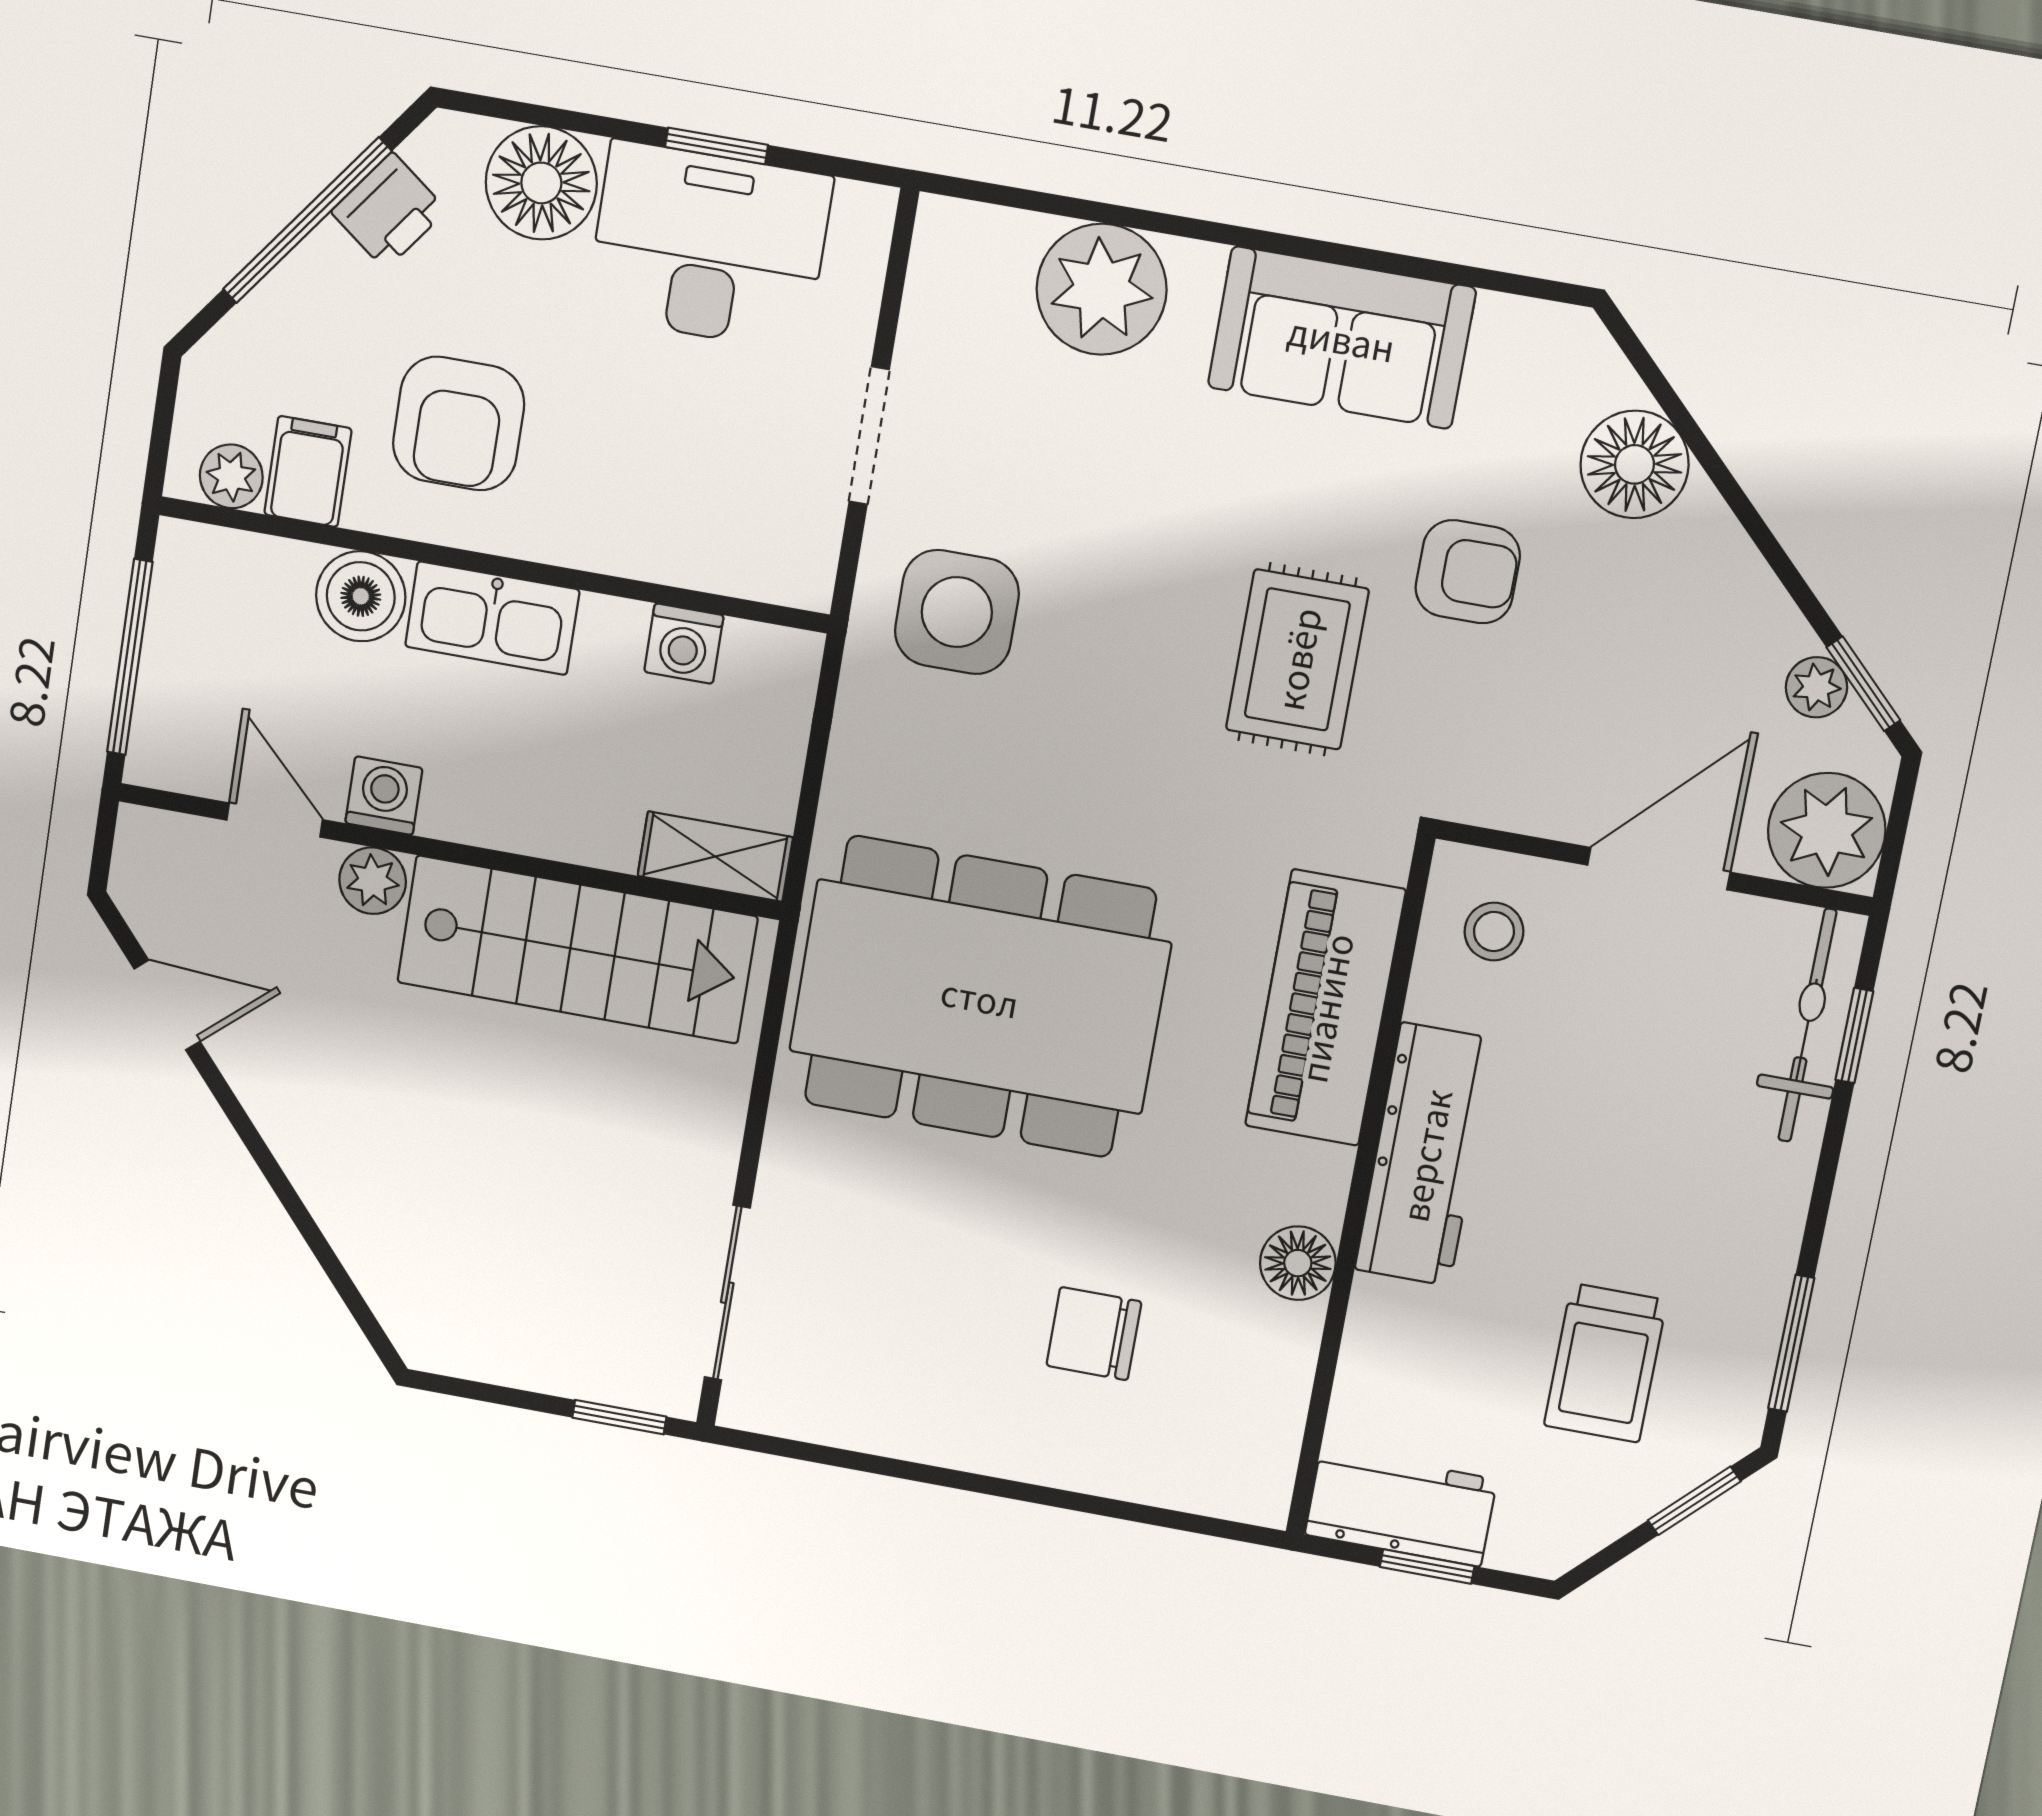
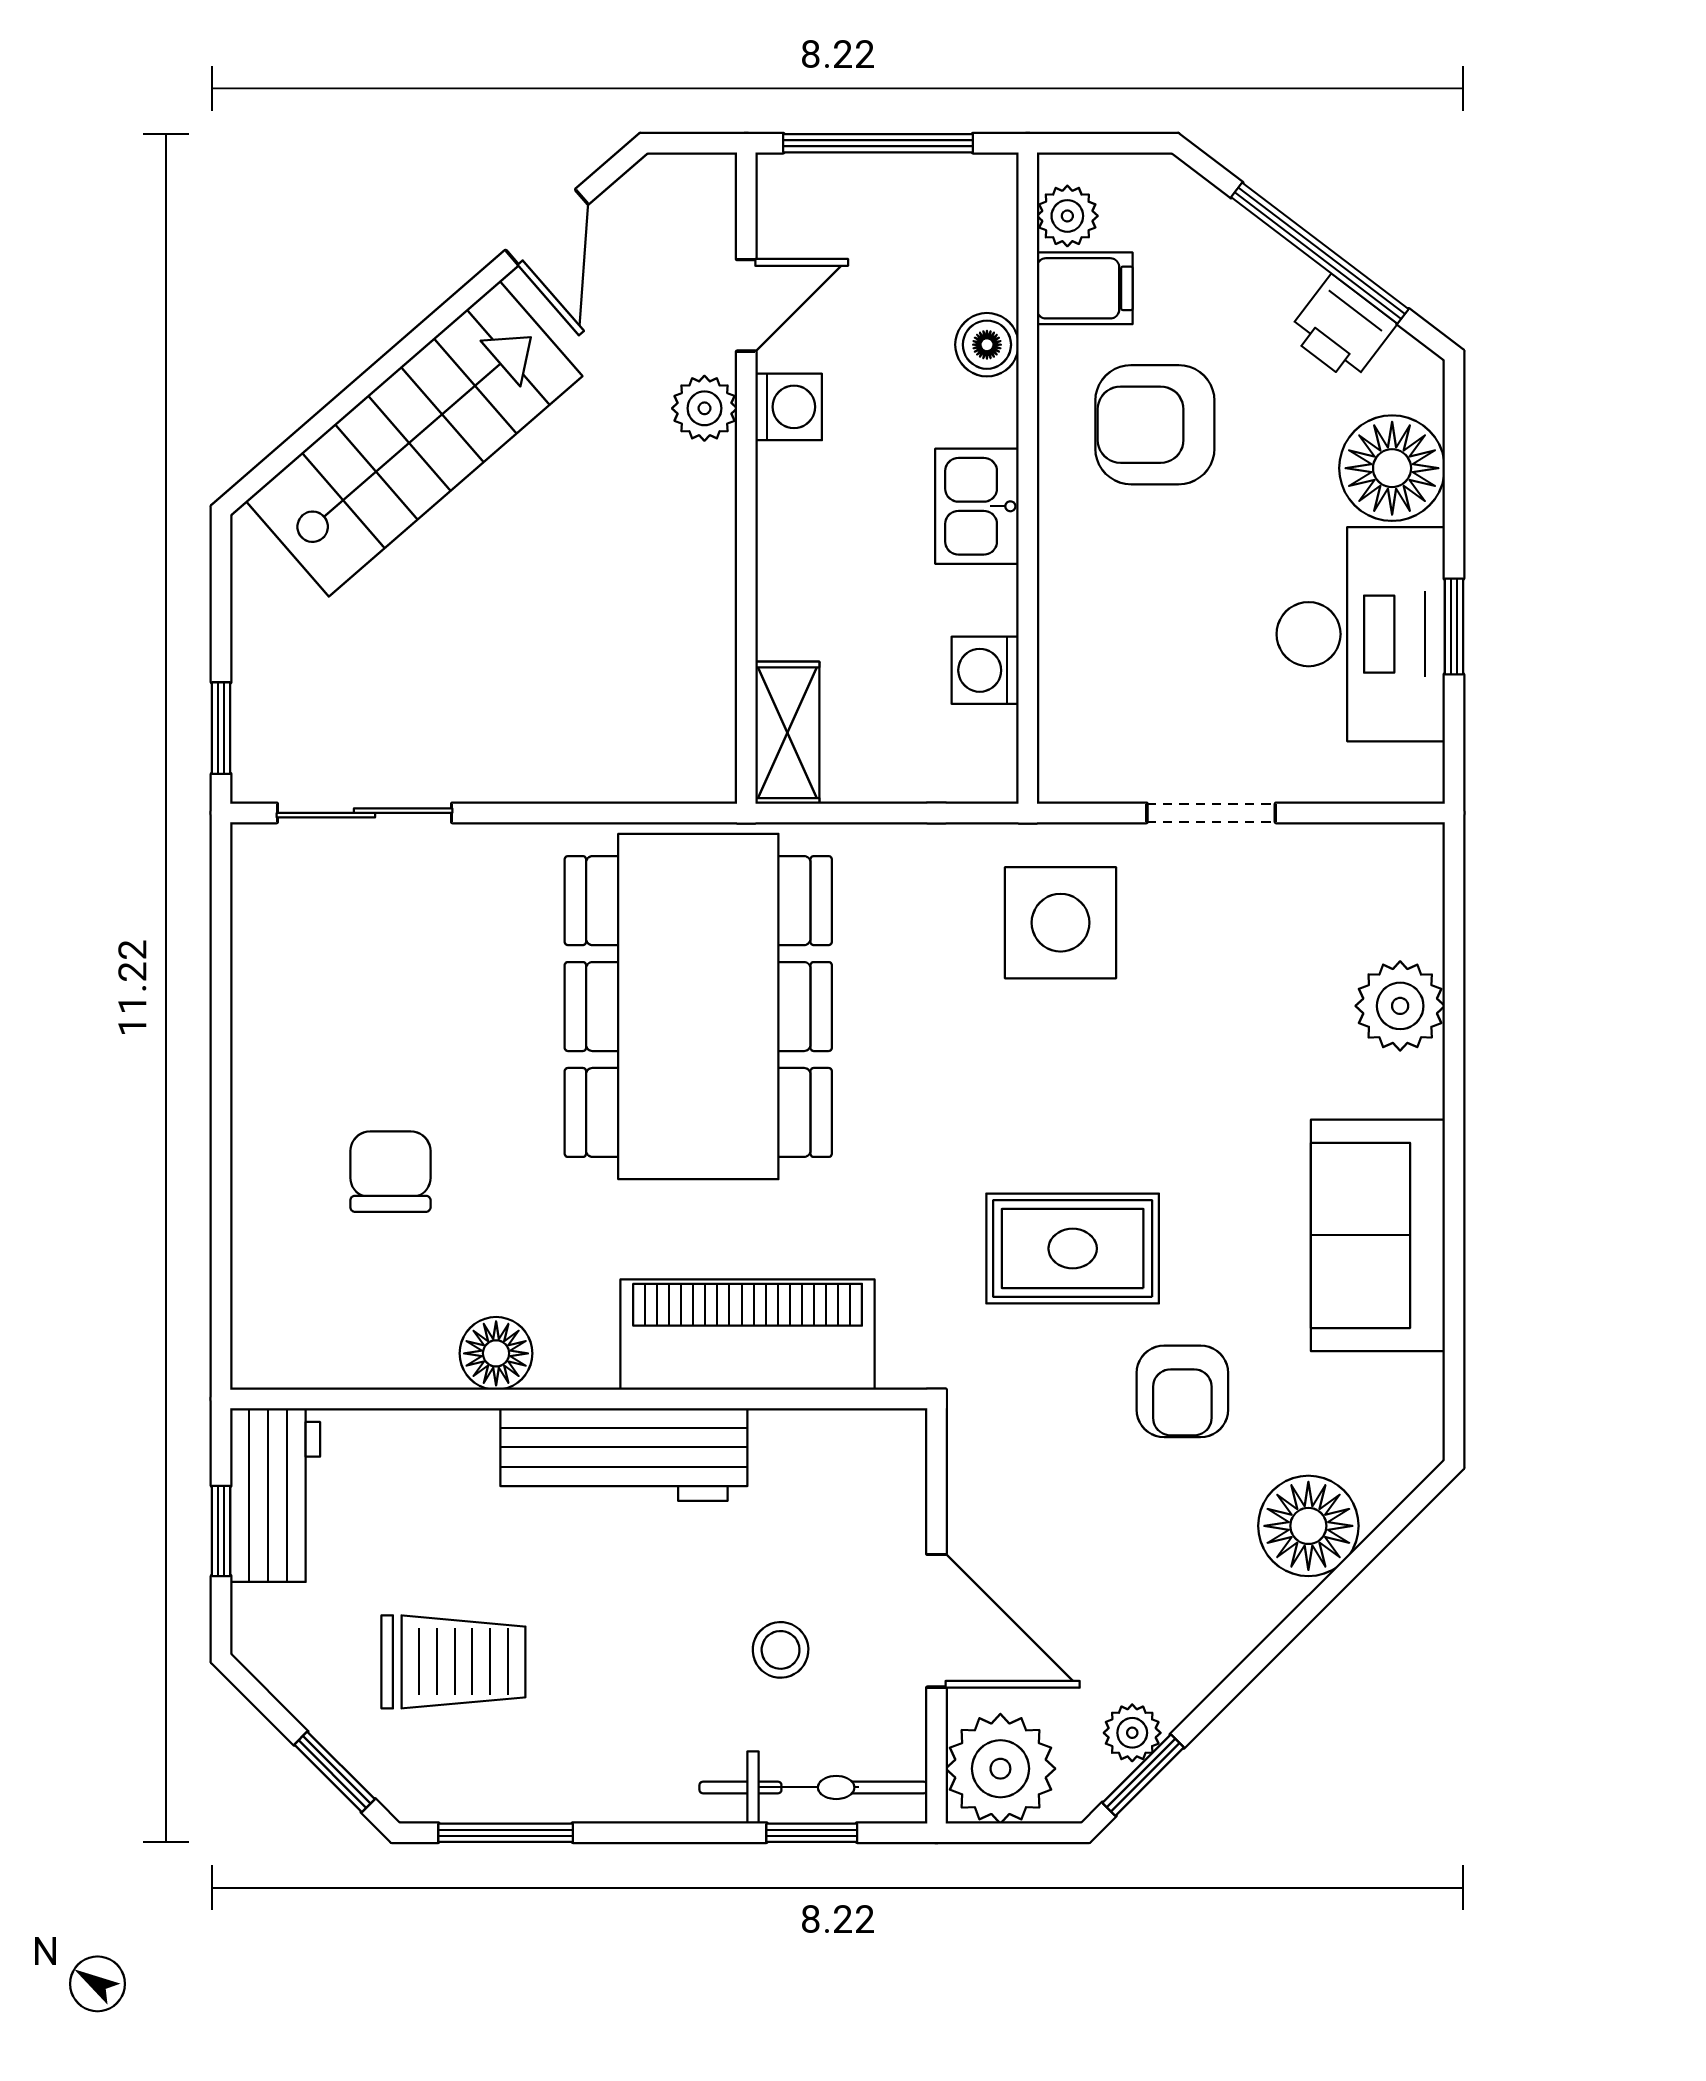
plant: (1102, 289) -> (1400, 1006), width x0.73, depth x0.73
boiler: (361, 596) -> (987, 345), width x0.73, depth x0.73
kitchen sink: (492, 618) -> (977, 506), width x0.73
stool: (1494, 931) -> (781, 1650), moved
stairs: (577, 949) -> (414, 439), moved, turned -131
trolley: (1605, 1363) -> (453, 1662), turned 180

